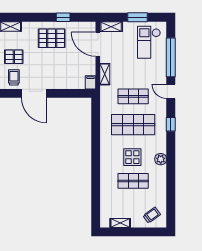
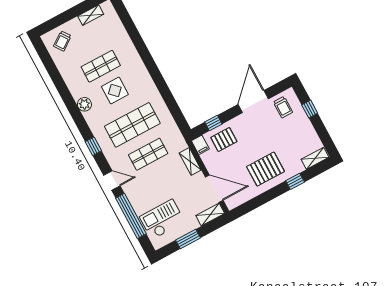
window: (63, 17) -> (295, 181), moved
checkout: (149, 42) -> (162, 219), turned -90
pallet: (14, 57) -> (224, 139), moved
door: (34, 93) -> (253, 102), hinge flipped
window: (72, 93) -> (213, 123), added

